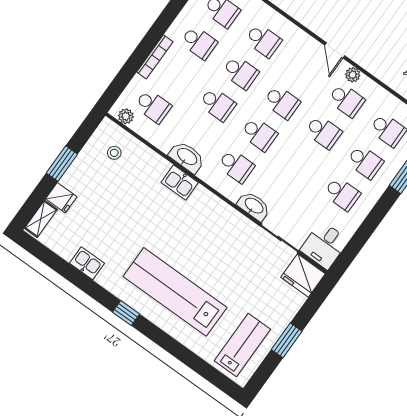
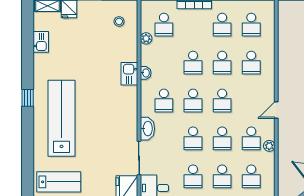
plant: (353, 75) -> (269, 146), moved
plant: (126, 116) -> (146, 38), moved
washbasin: (187, 157) -> (146, 73), width x0.52, depth x0.69
school desk: (301, 164) -> (193, 138), added
kitchen sink: (87, 263) -> (41, 42), moved

